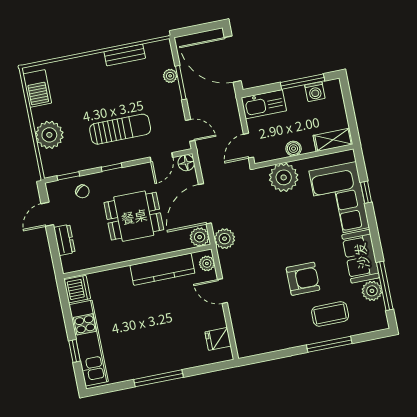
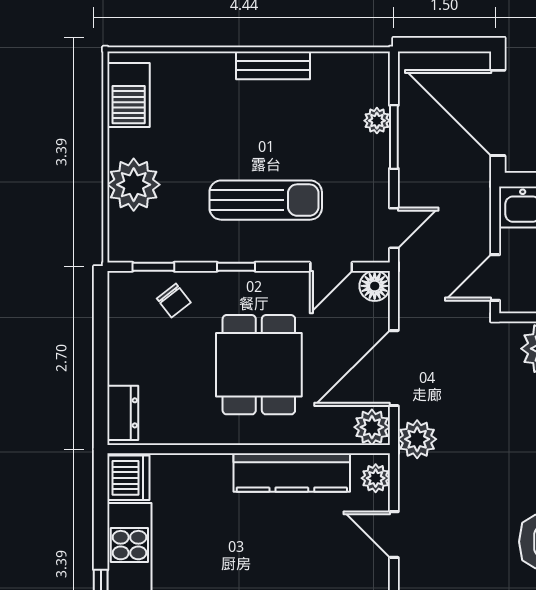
bench: (125, 55) -> (273, 65), moved
door: (190, 130) -> (394, 228), hinge flipped
door: (47, 214) -> (101, 330), removed
dining table: (134, 216) -> (259, 365), turned 90
dresser: (64, 240) -> (123, 413), moved

